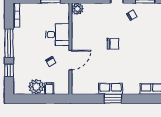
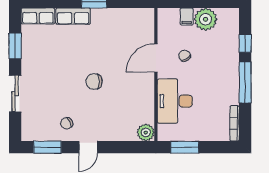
desk: (57, 35) -> (175, 101), width x1.37
row of seats: (111, 89) -> (73, 16), moved

